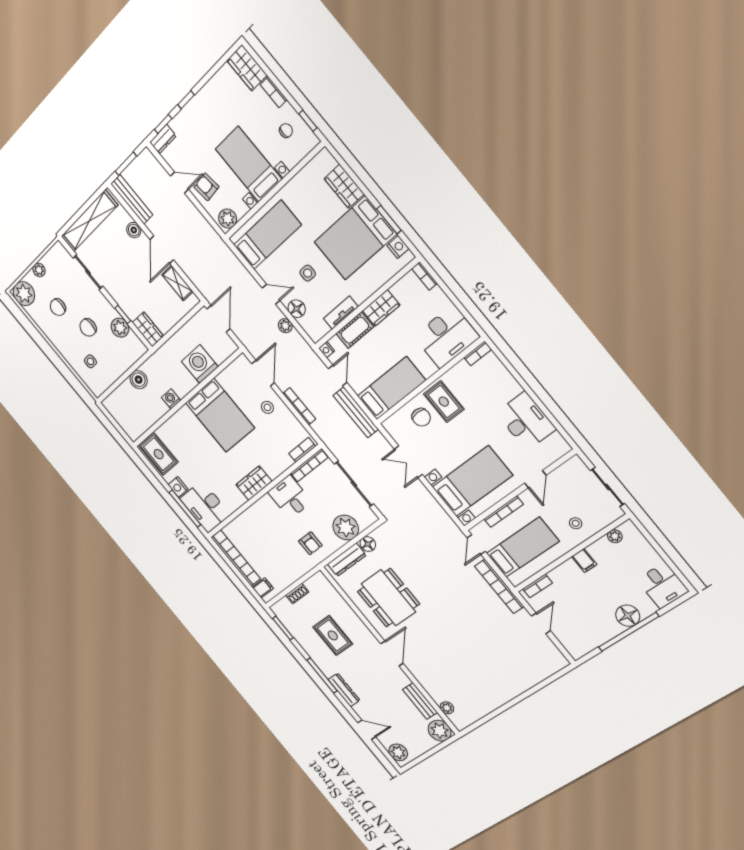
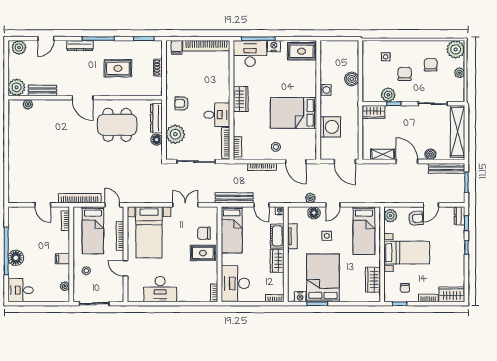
wardrobe: (344, 186) -> (373, 280), moved, turned -90

